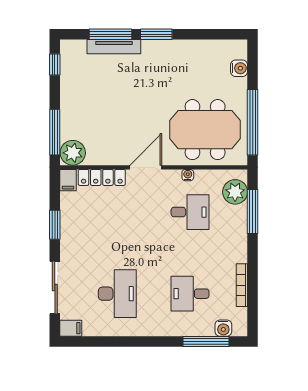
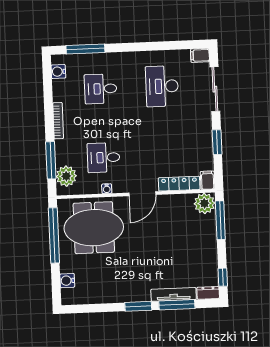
dresser: (73, 47) -> (208, 293), added
bookcase: (242, 285) -> (58, 121), moved
desk: (190, 294) -> (101, 89), turned 180
water cooler: (223, 328) -> (58, 72), moved, turned -90

